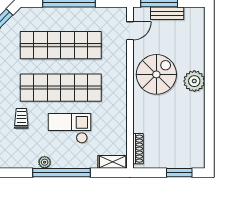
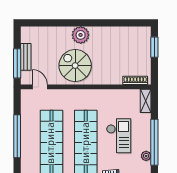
checkout: (70, 128) -> (119, 136), turned 180

